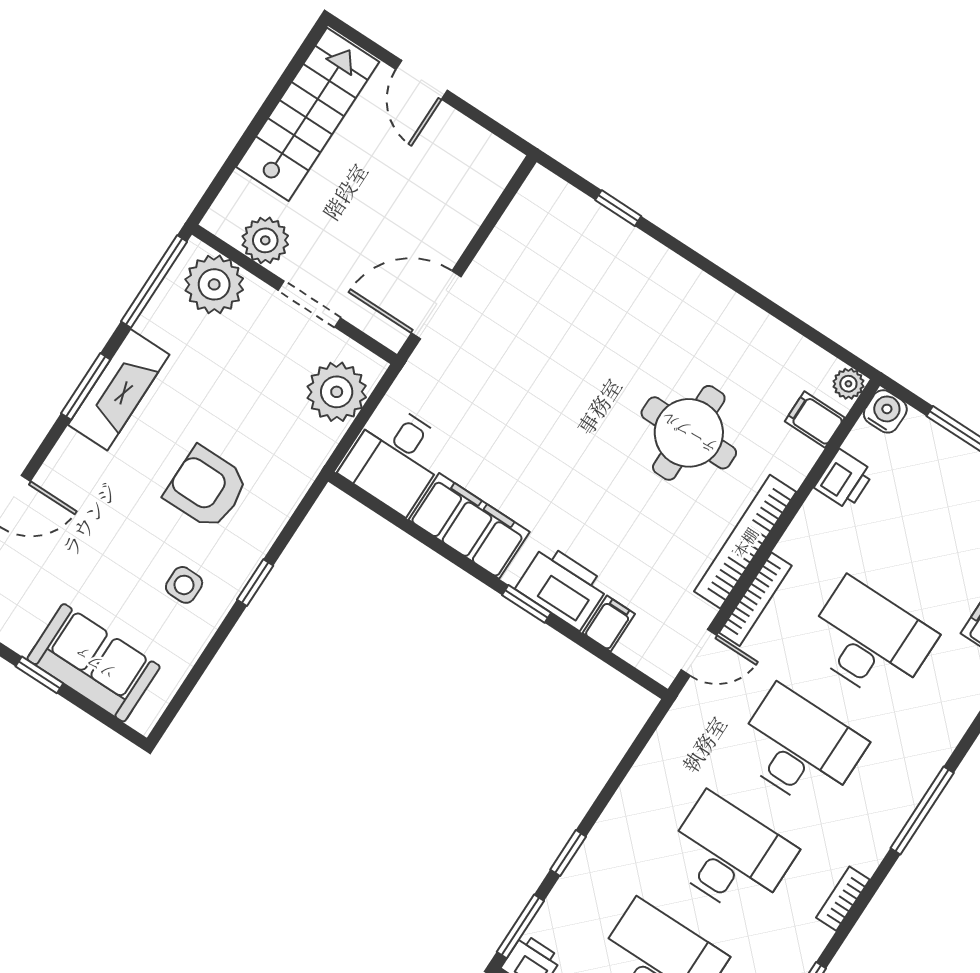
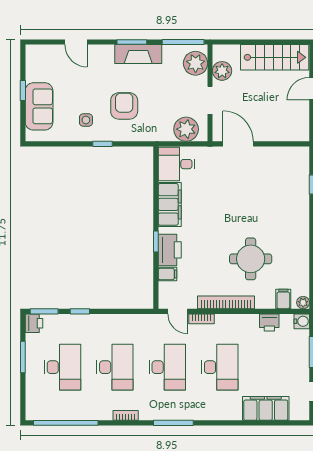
bookcase: (755, 599) -> (201, 319), width x0.64

